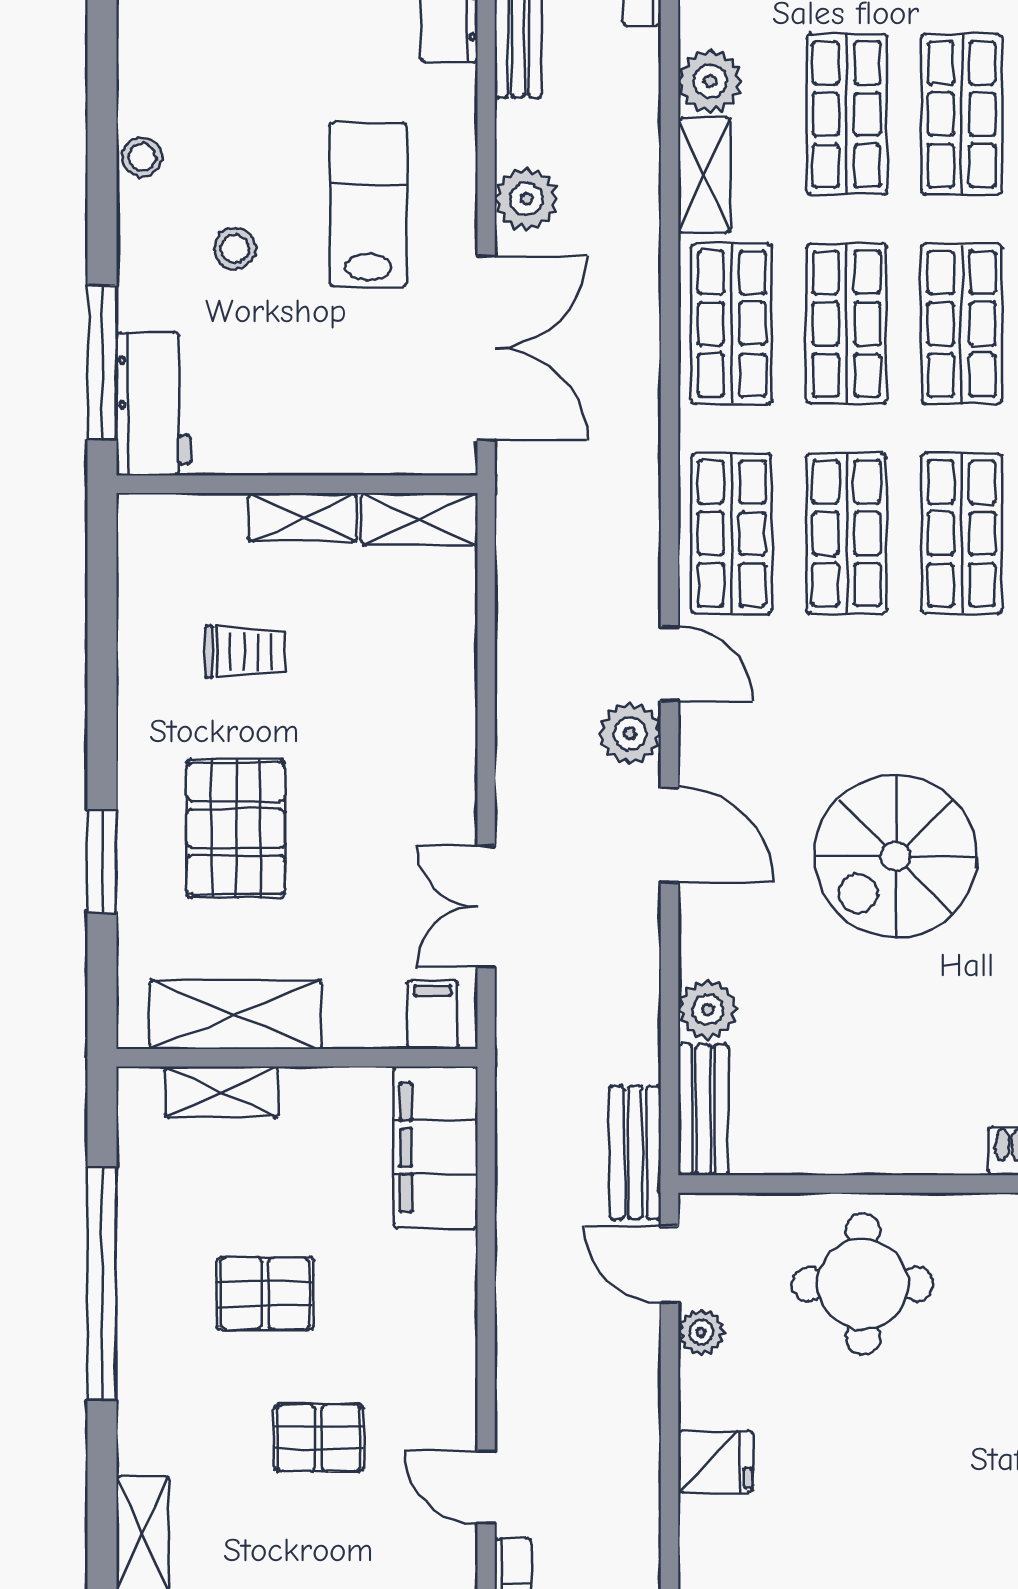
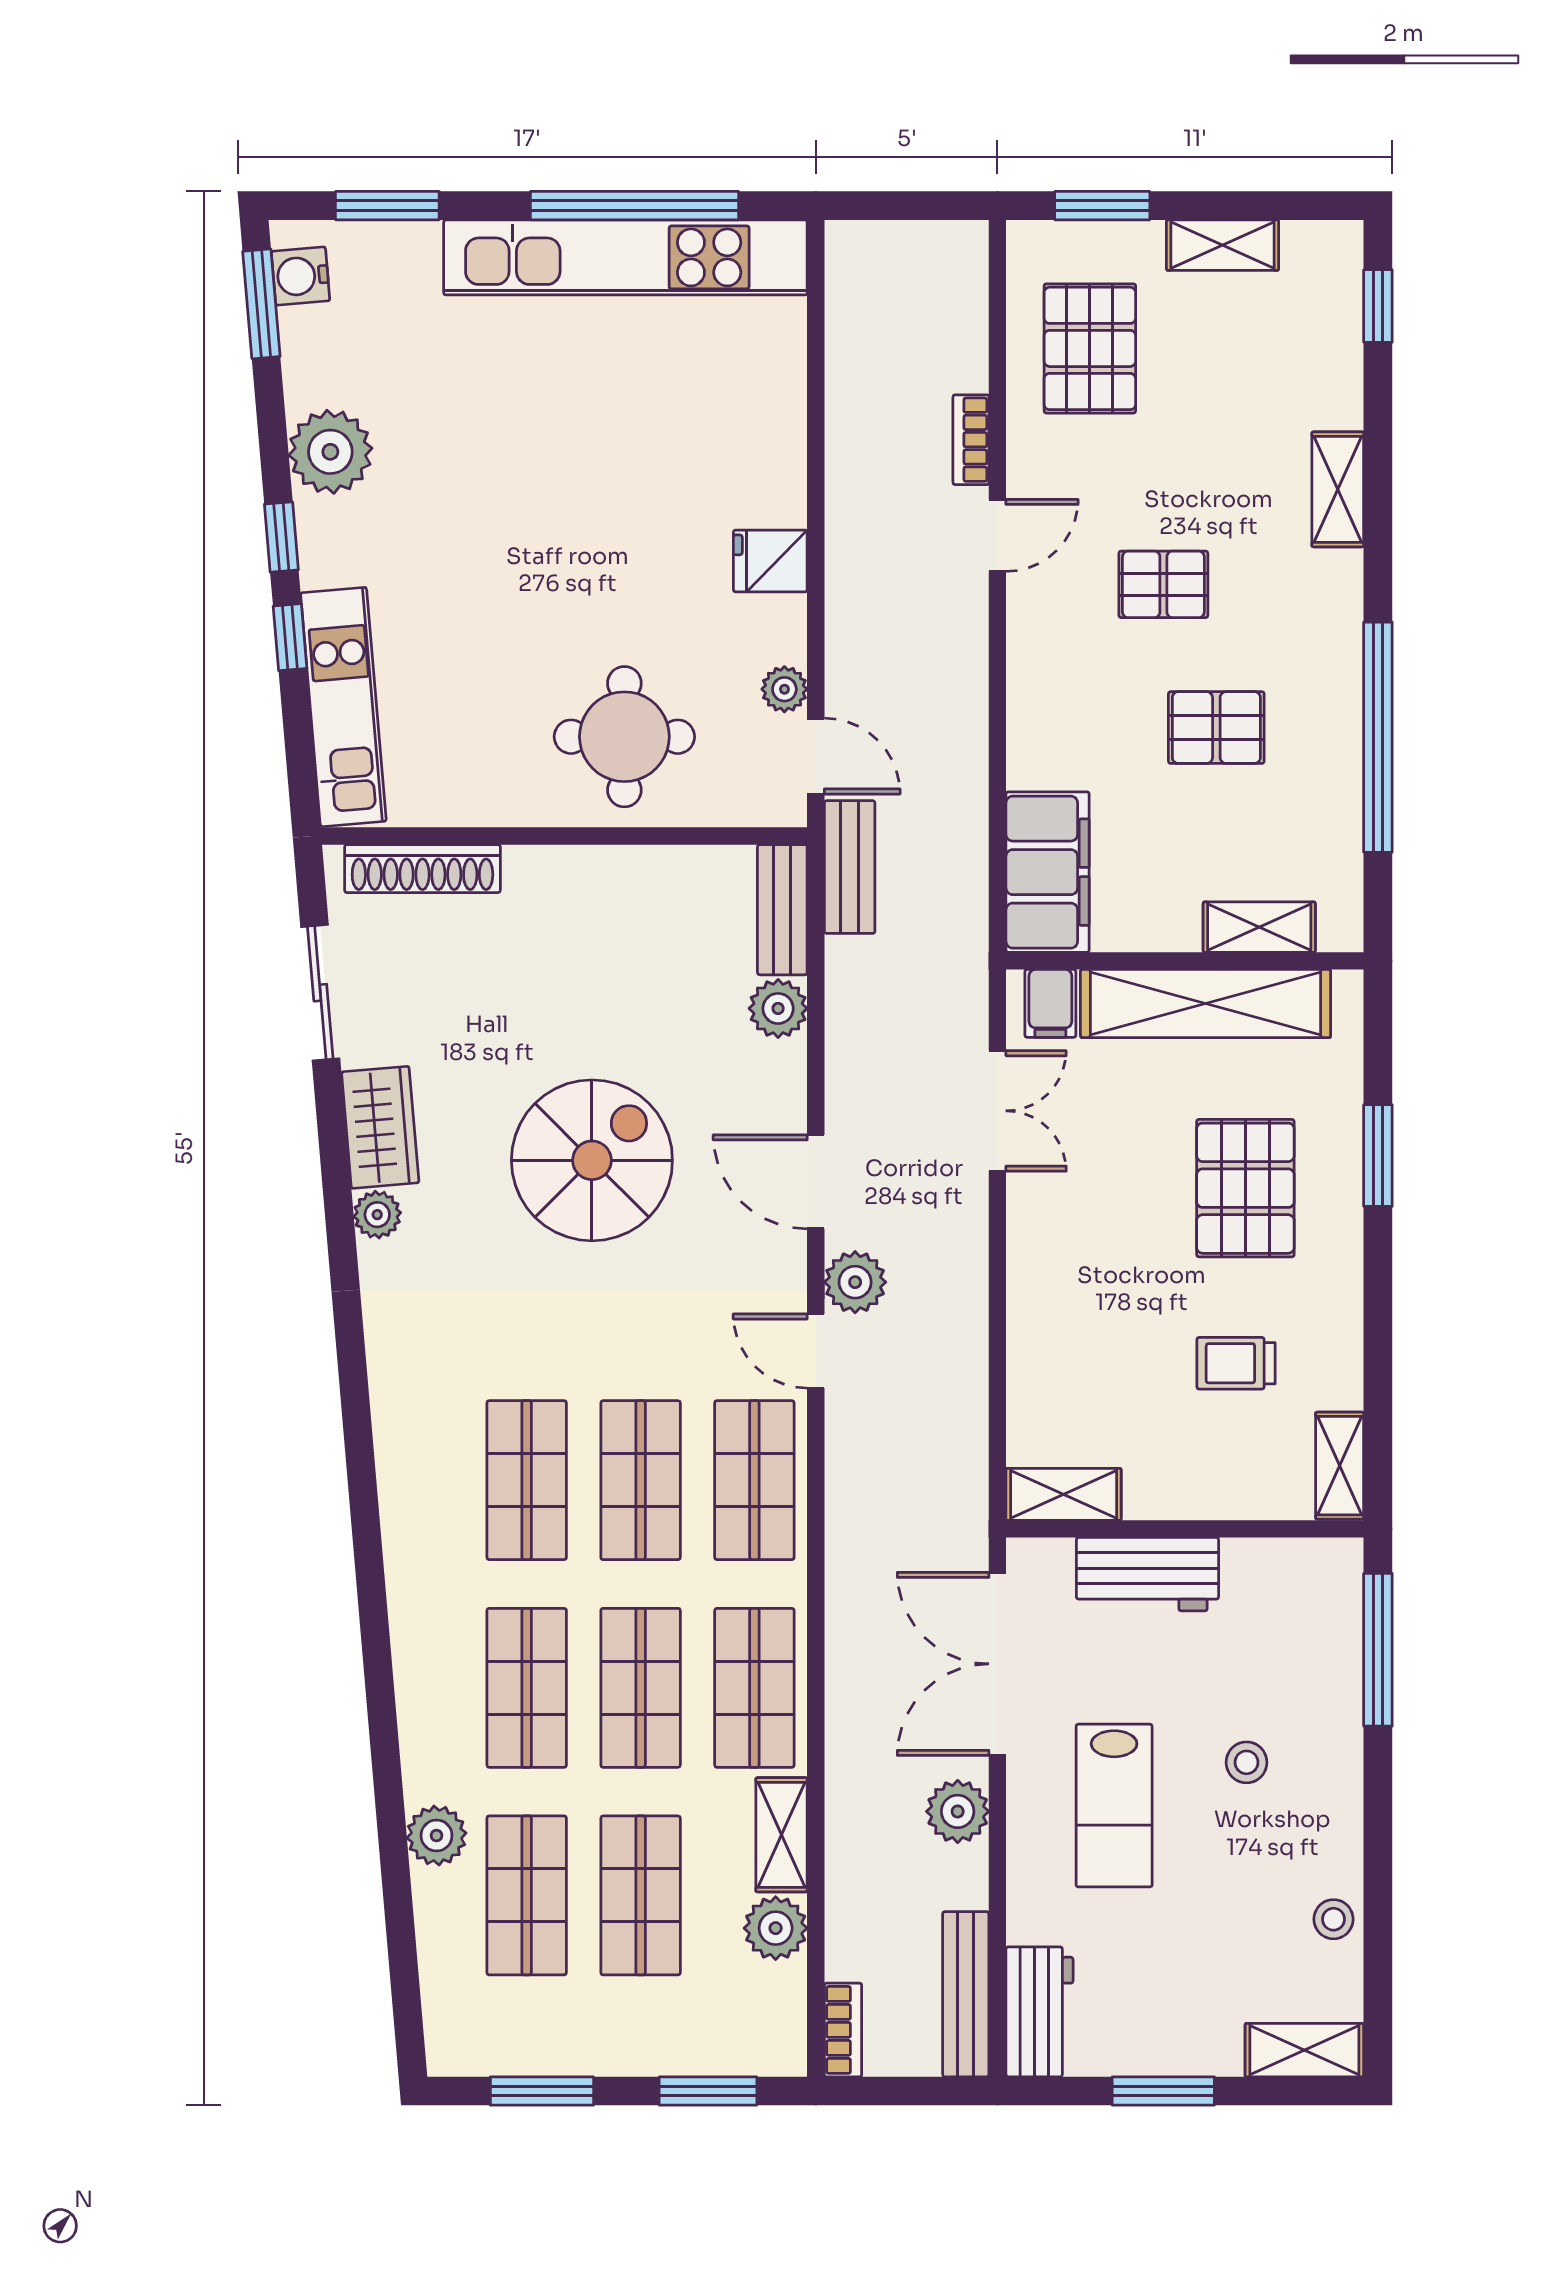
stool: (142, 157) -> (1334, 1919), moved
workbench: (153, 404) -> (1147, 1574), moved, turned -90
shelving: (303, 517) -> (1340, 1466), moved, turned 90
shelving: (236, 1015) -> (1206, 1004), width x1.47
door: (486, 1487) -> (997, 535), hinge flipped

